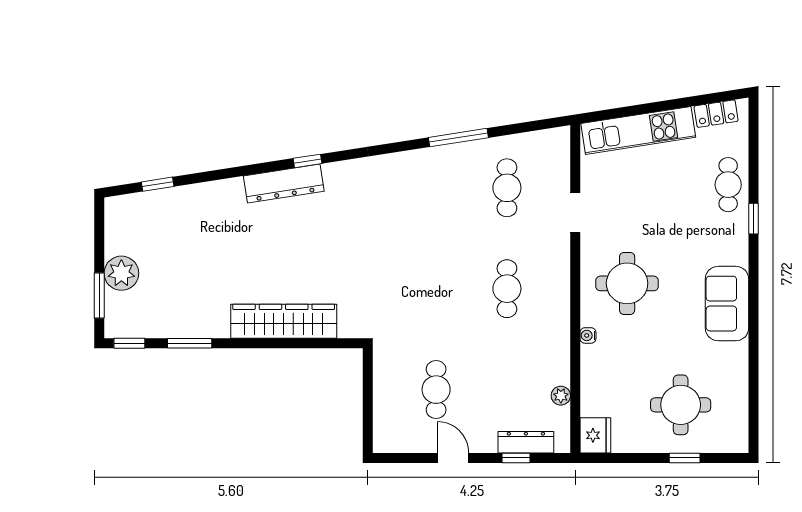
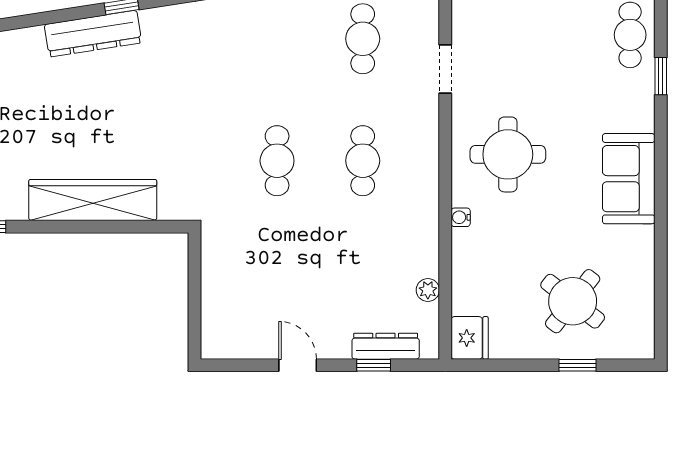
cafe table: (436, 390) -> (277, 161), moved
round table: (681, 405) -> (573, 301), turned 38

